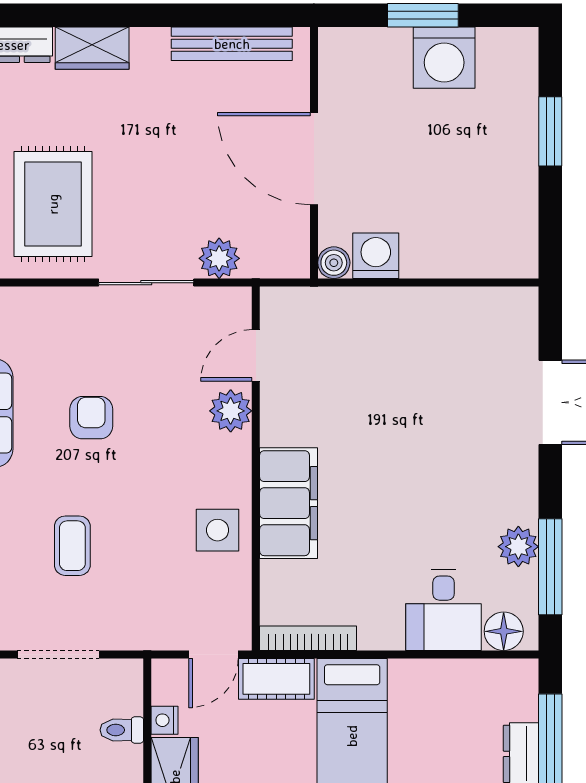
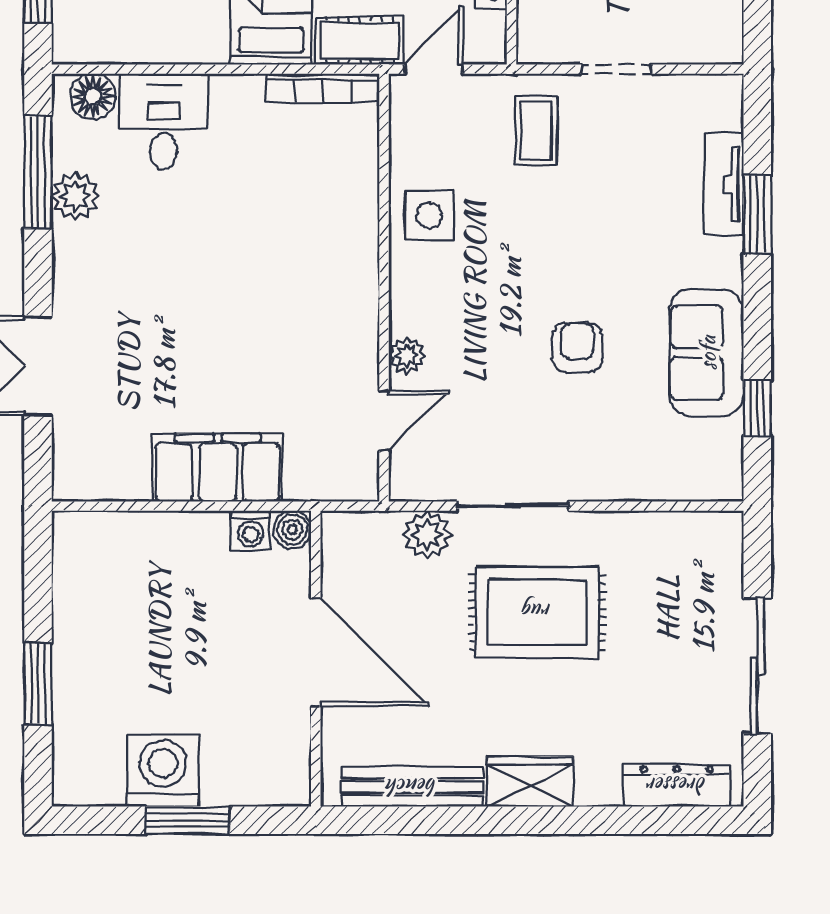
wardrobe: (92, 48) -> (530, 782), moved
rug: (53, 204) -> (537, 612), moved, turned 90
washing machine: (376, 256) -> (250, 530), width x0.73, depth x0.73
plant: (231, 411) -> (407, 355), width x0.73, depth x0.73
armchair: (91, 418) -> (577, 347), turned 180
filing cabinet: (289, 503) -> (218, 468), moved, turned 90
coffee table: (72, 546) -> (536, 130), moved
doorway: (58, 655) -> (616, 69), width x0.73

